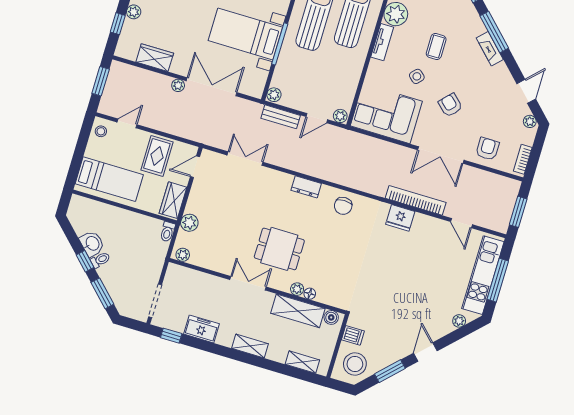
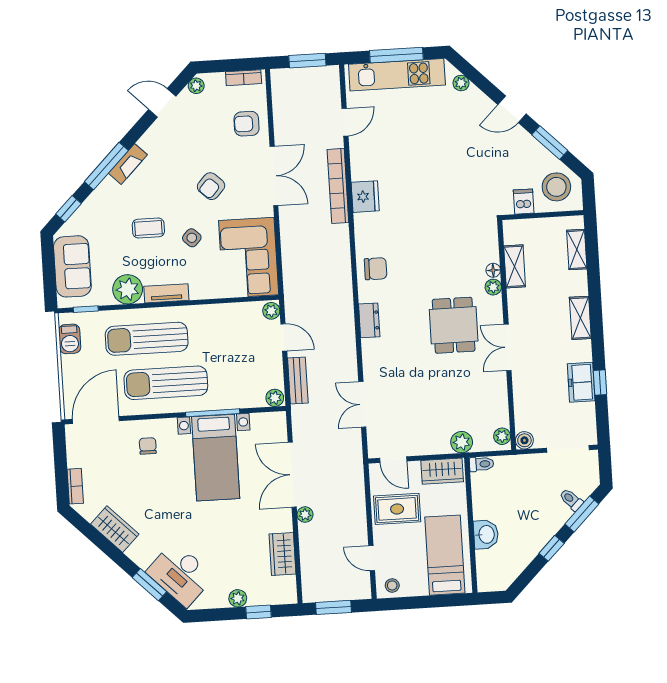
washbasin: (92, 244) -> (486, 534), moved, turned 135
toilet: (100, 260) -> (571, 500), moved
shelving: (298, 311) -> (515, 266), width x0.67, depth x0.75
boiler: (331, 317) -> (524, 440), moved
window: (171, 336) -> (600, 382), moved

